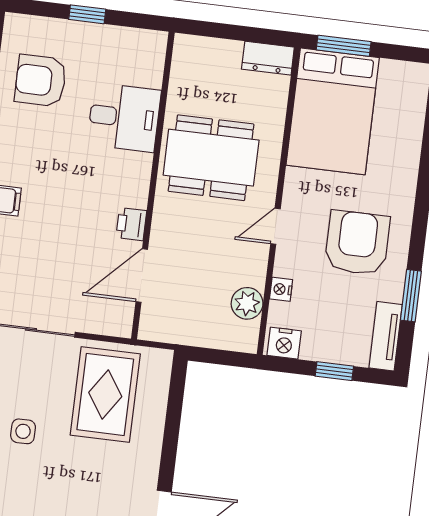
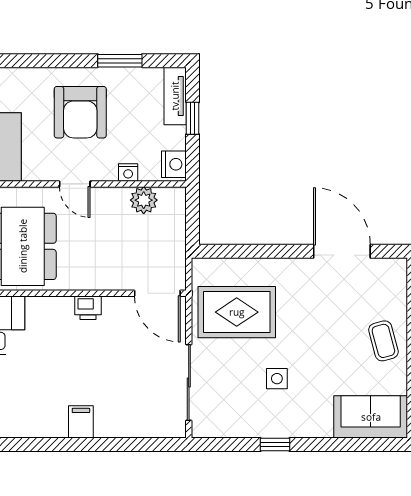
armchair: (357, 243) -> (80, 112), turned -90
door: (142, 276) -> (157, 293), moved
tv unit: (386, 336) -> (175, 96), moved, turned 90

